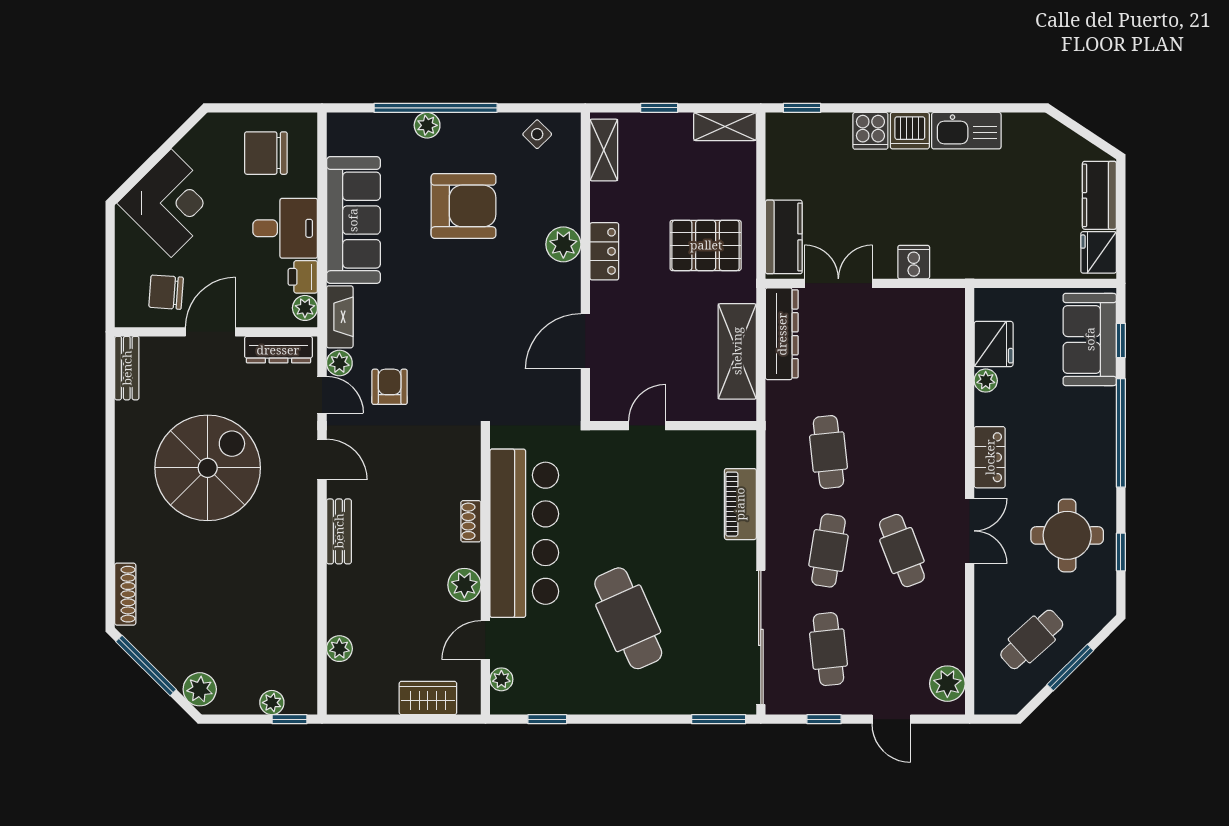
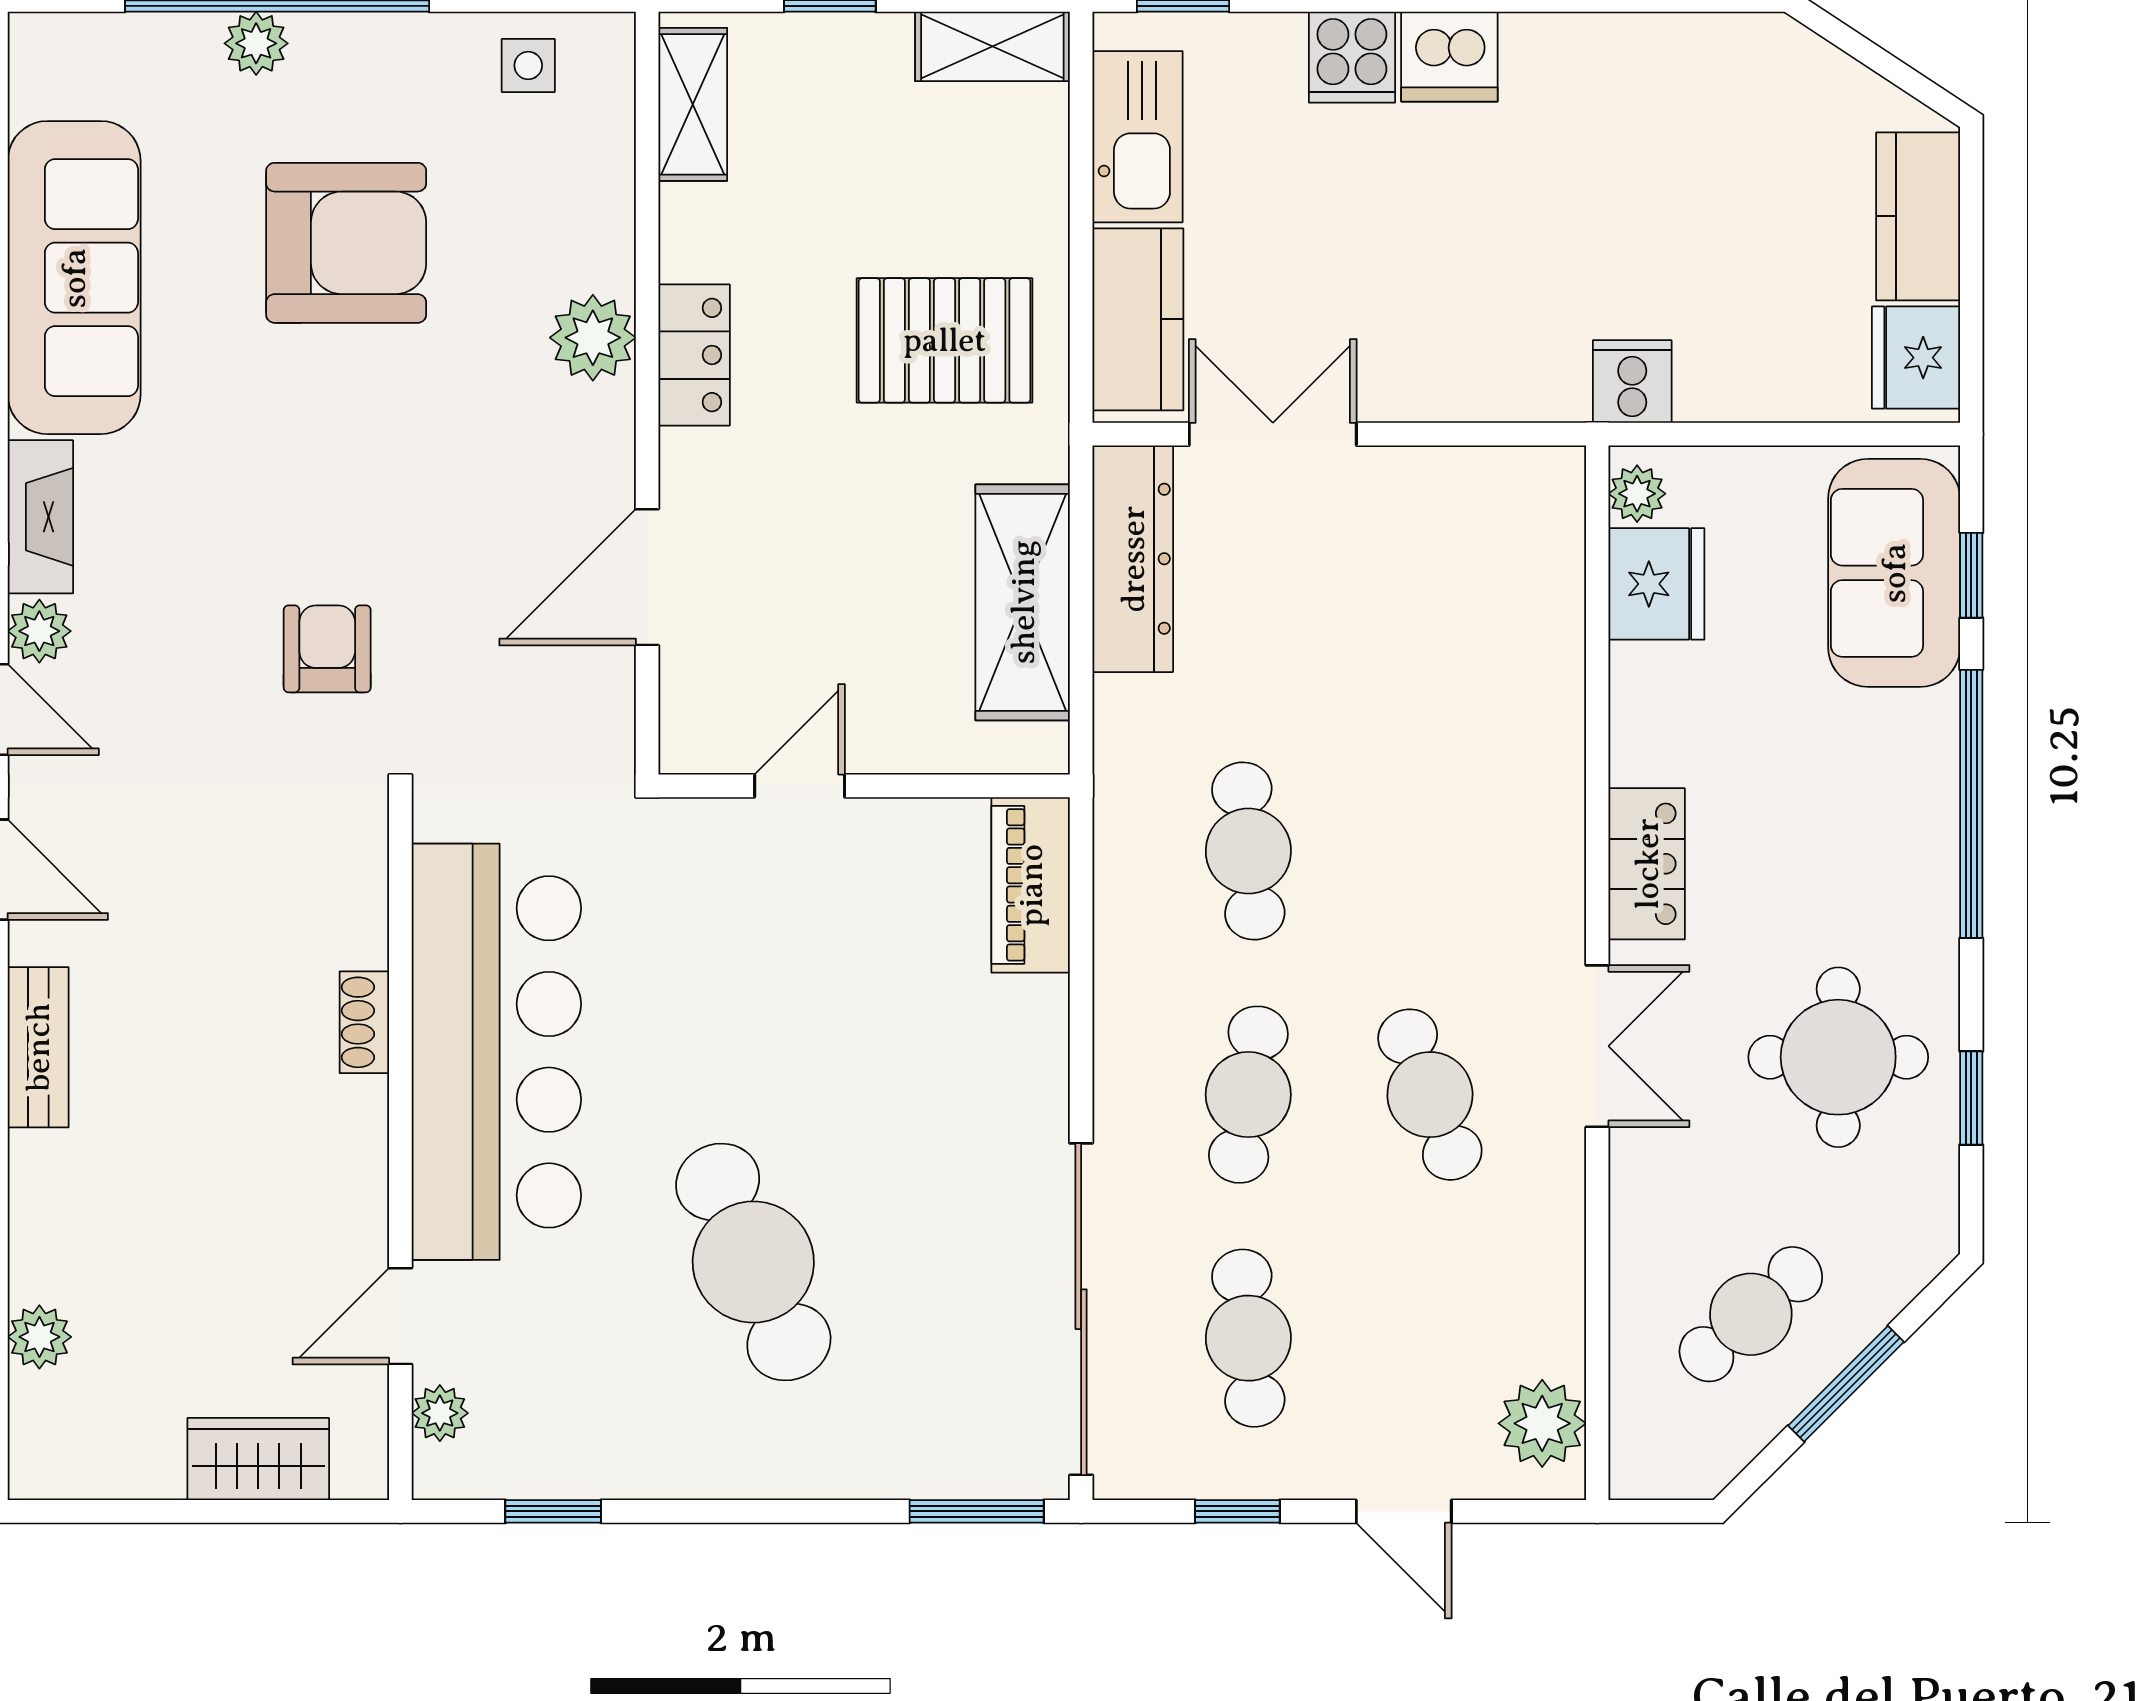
kitchen sink: (966, 131) -> (1137, 137), moved, turned -90
side table: (537, 134) -> (528, 65), turned 45
cooker: (914, 262) -> (1632, 382), moved
plant: (986, 381) -> (1637, 494), moved
armchair: (390, 387) -> (327, 649), moved
piano: (740, 504) -> (1031, 885), moved
plant: (464, 585) -> (348, 1180), removed

